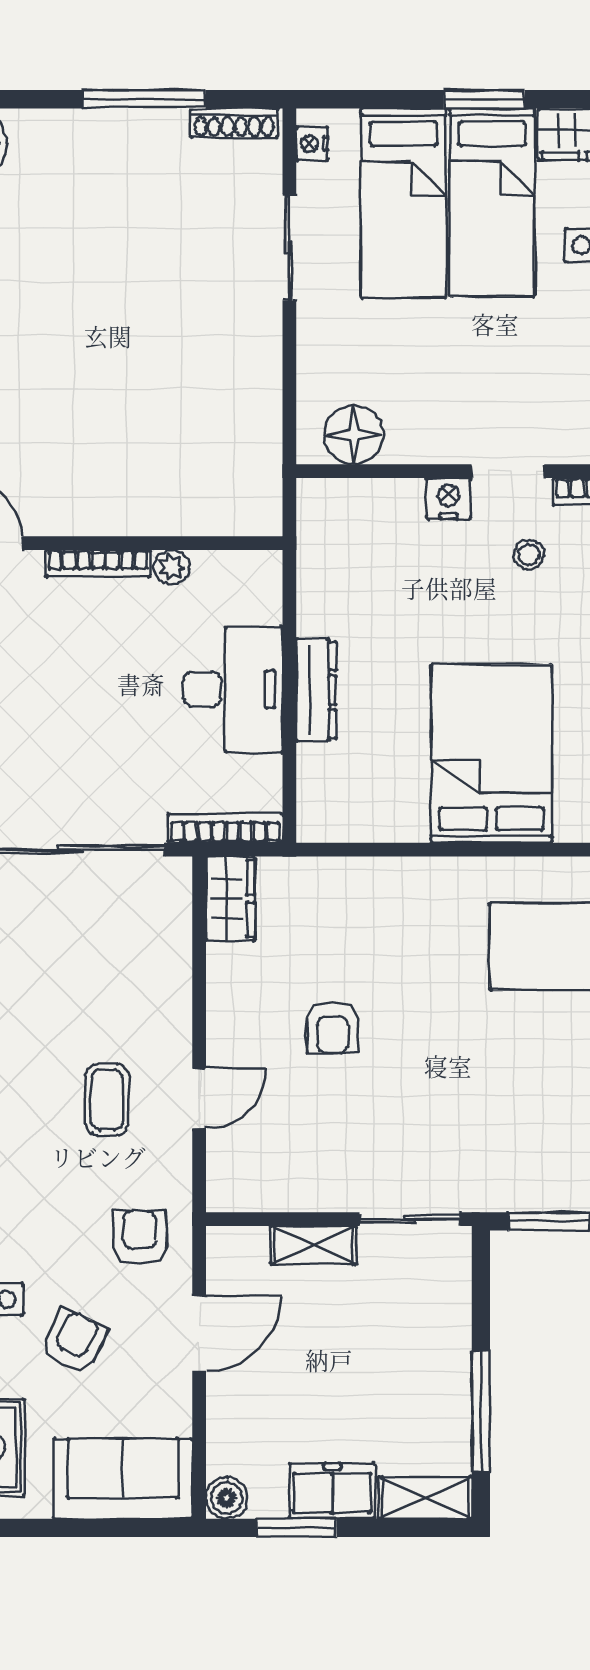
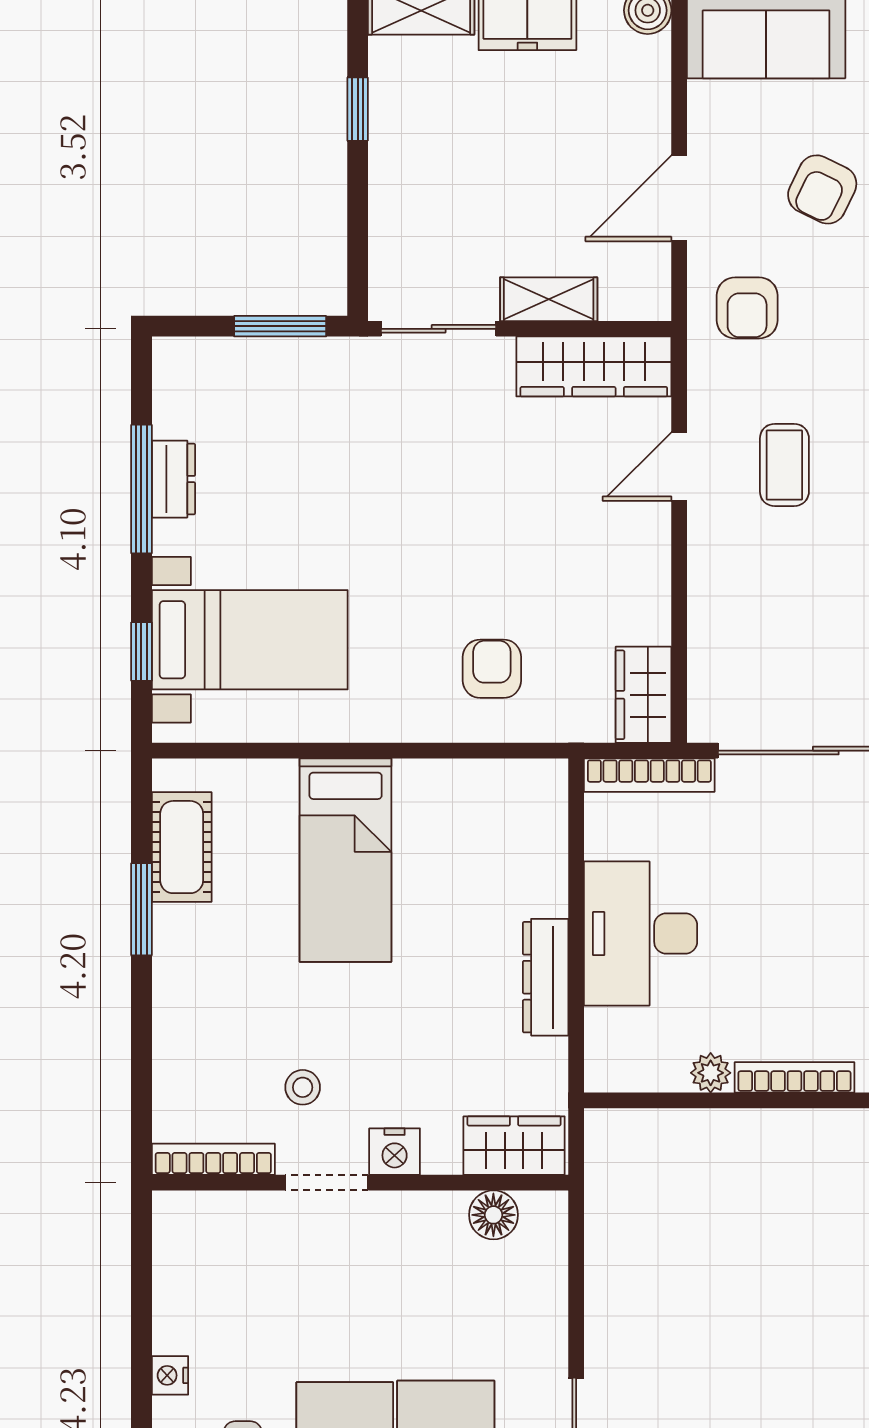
floor lamp: (354, 435) -> (493, 1215), width x0.73, depth x0.73
wardrobe: (344, 504) -> (514, 1146), added
dresser: (316, 690) -> (546, 977), moved
bed: (491, 754) -> (346, 860), width x0.67
armchair: (333, 1028) -> (492, 669), moved
wardrobe: (274, 1186) -> (594, 366), added
window: (481, 1412) -> (358, 109), width x0.46

